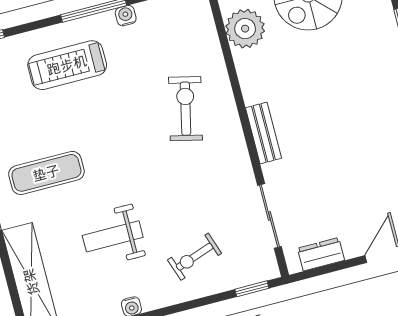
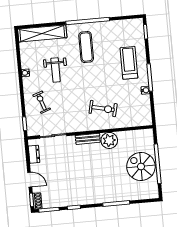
plant: (245, 29) -> (109, 140), moved
weight bench: (113, 236) -> (56, 70), turned 180

